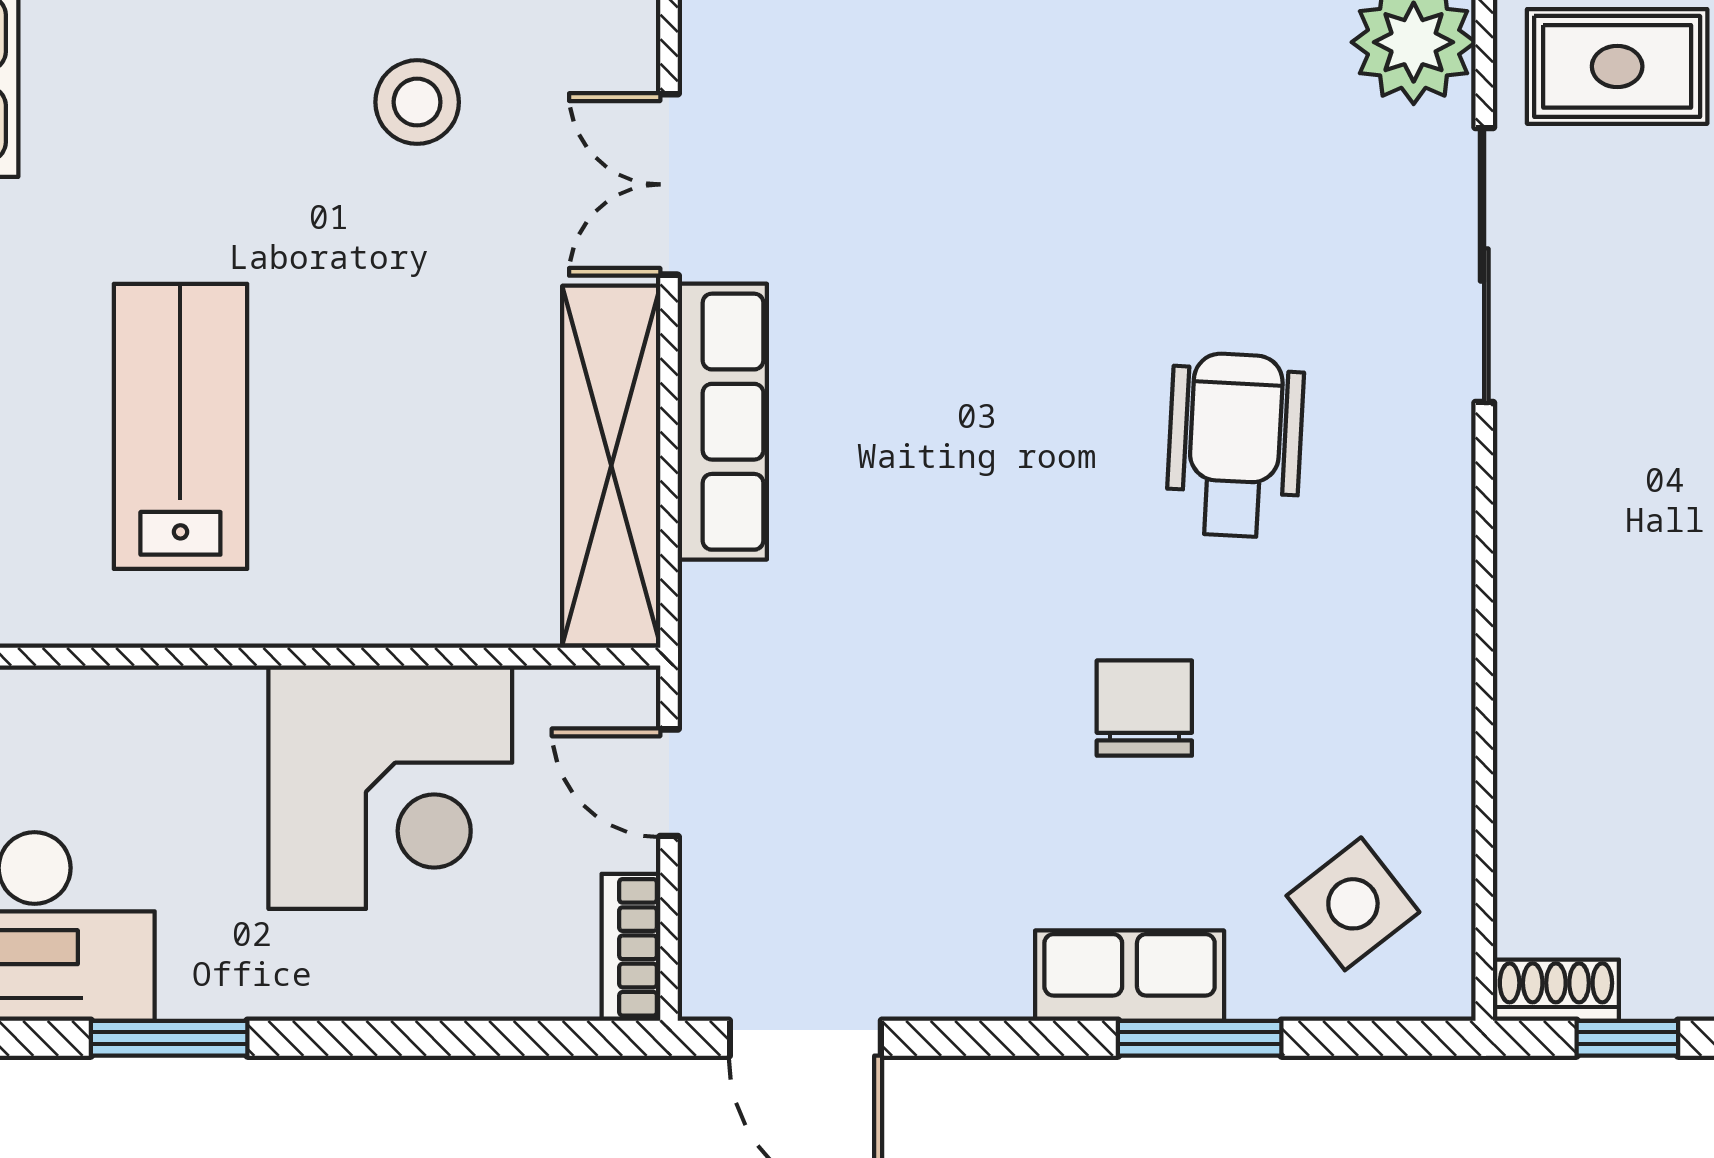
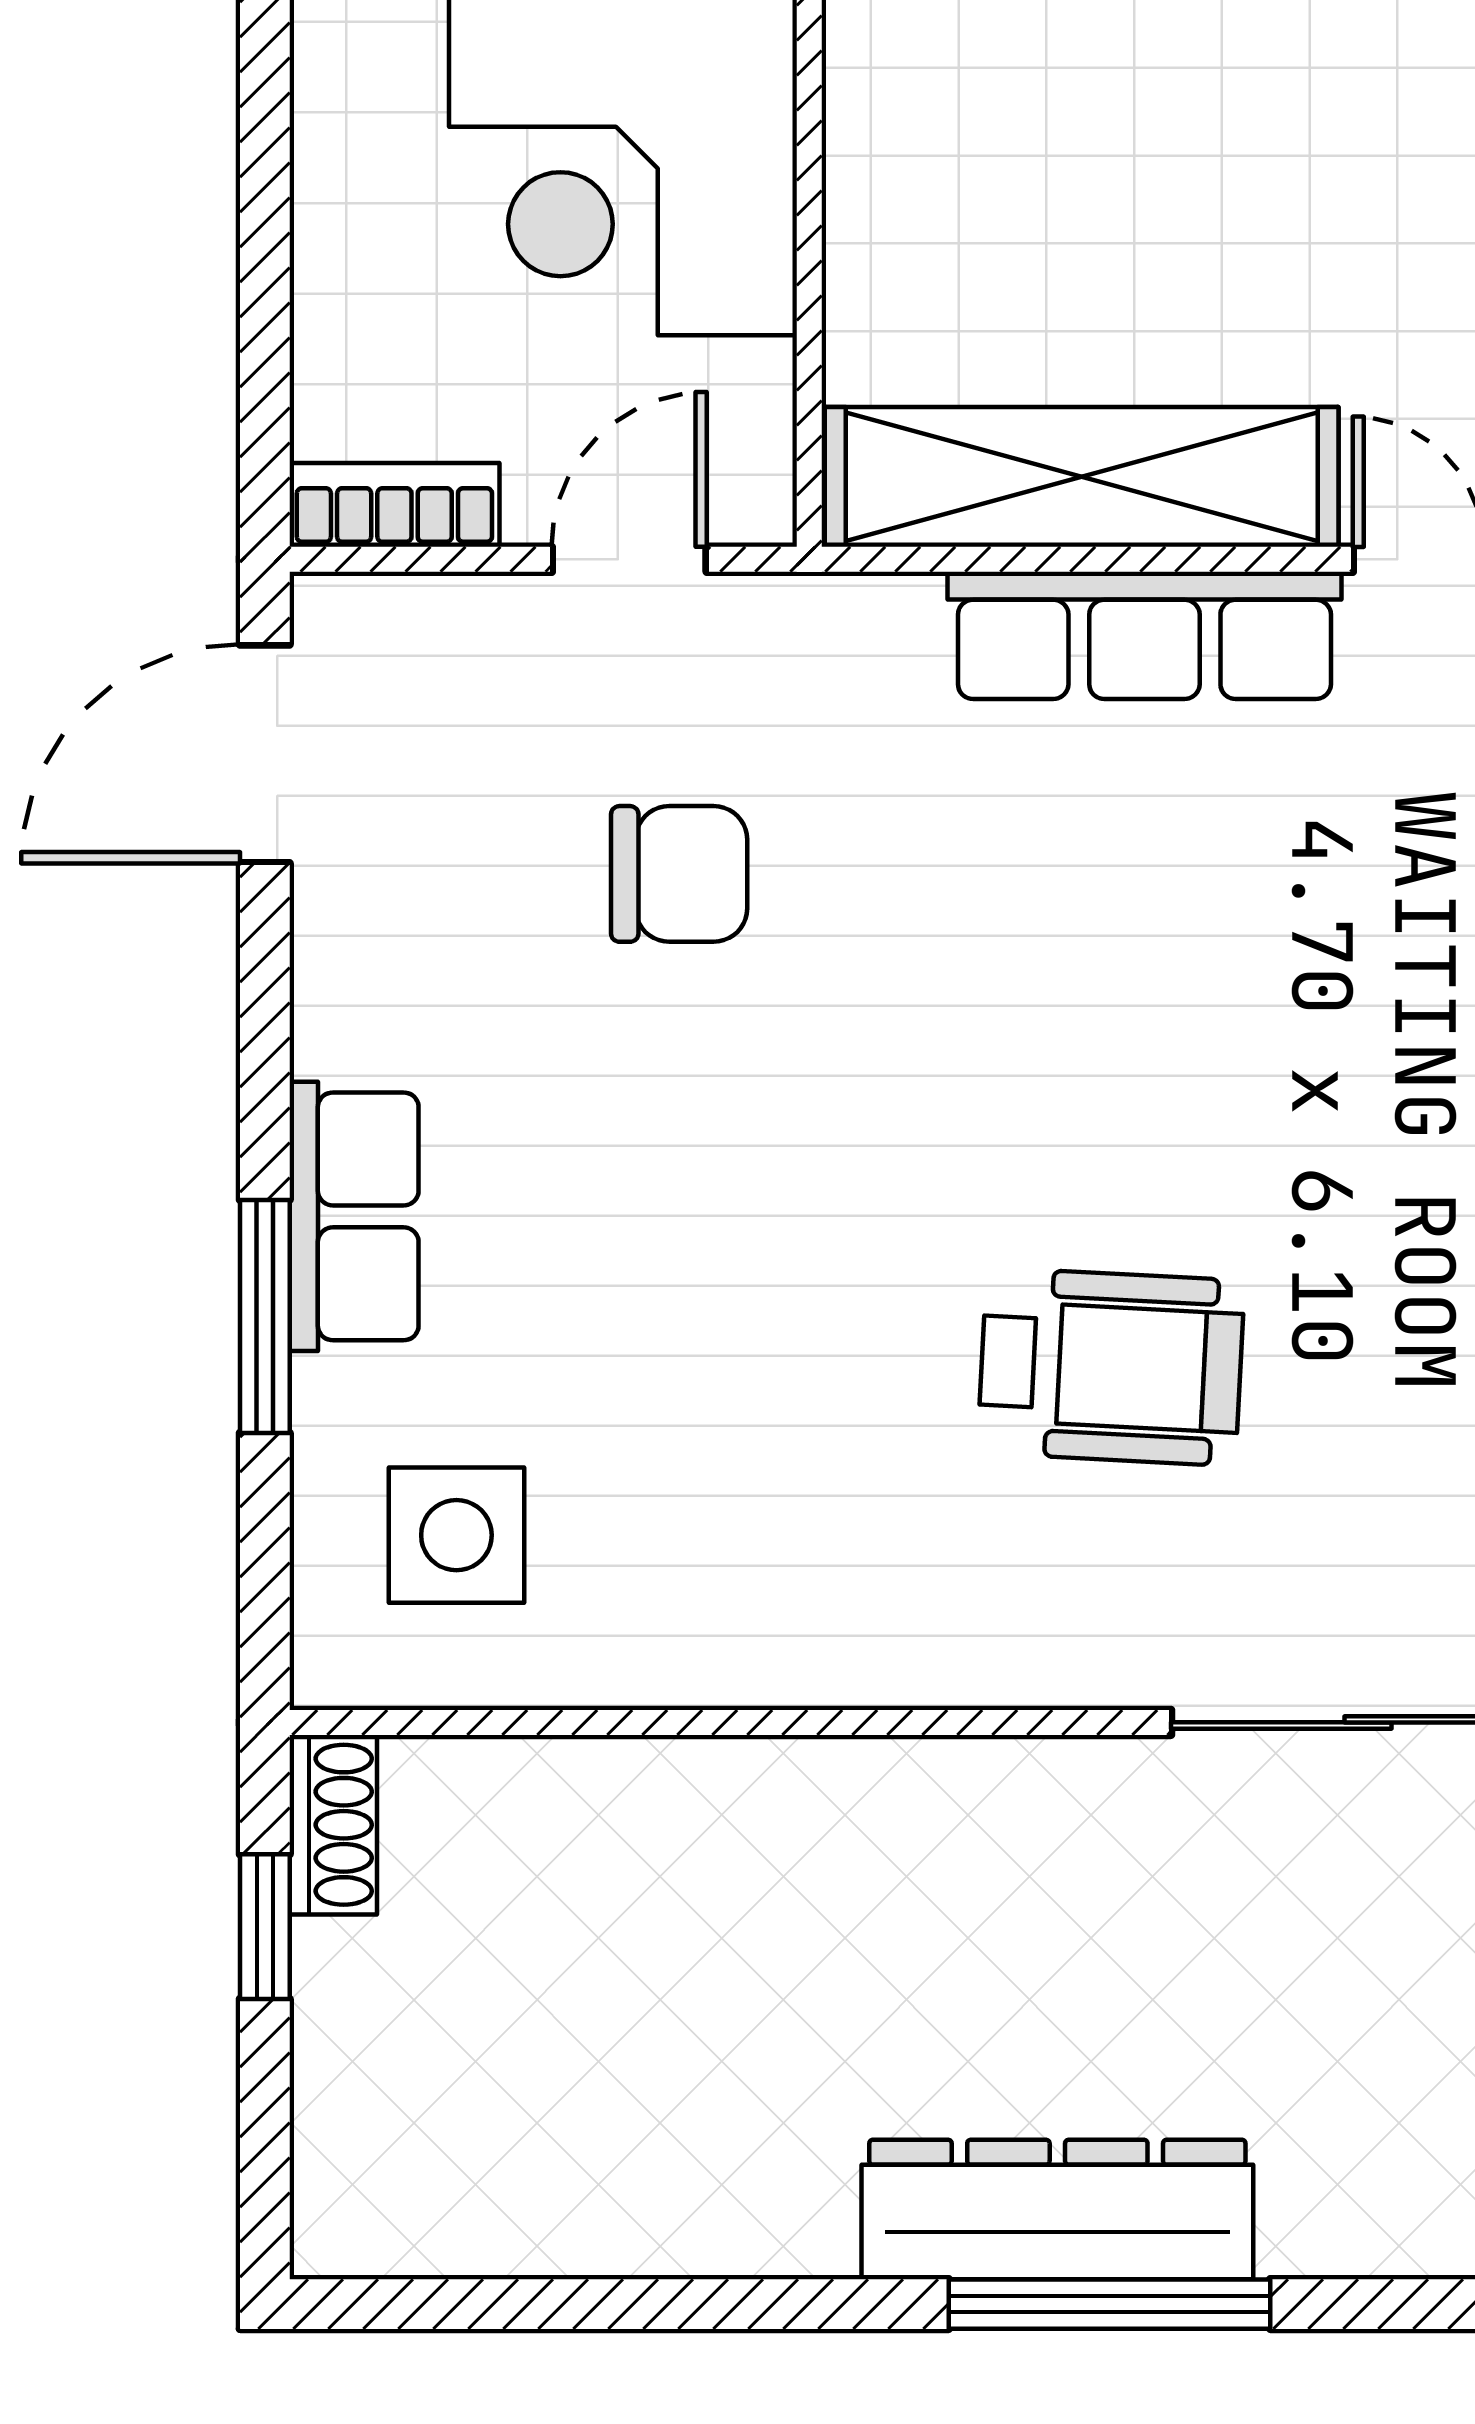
chair: (1144, 708) -> (679, 874), moved
side table: (1353, 904) -> (456, 1535), turned 38

